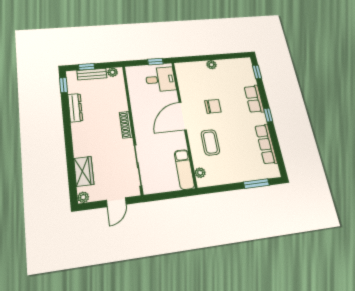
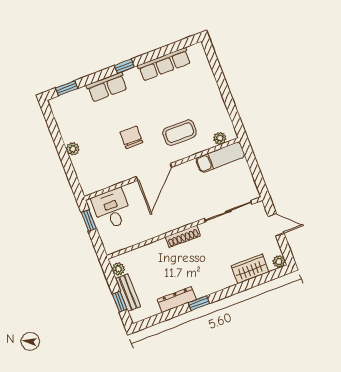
window: (64, 85) -> (199, 303), moved
door: (183, 116) -> (154, 172), hinge flipped
window: (256, 184) -> (217, 70), removed

